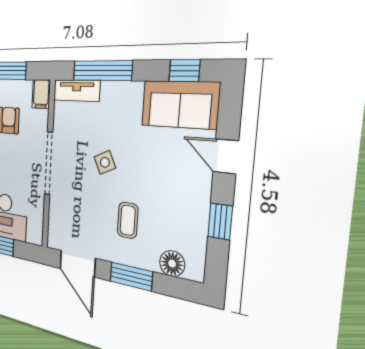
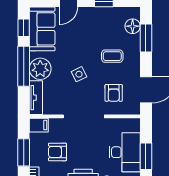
window: (102, 71) -> (24, 66), moved
plant: (117, 99) -> (40, 69), added
armchair: (76, 213) -> (114, 93), added
window: (131, 277) -> (146, 38), moved

